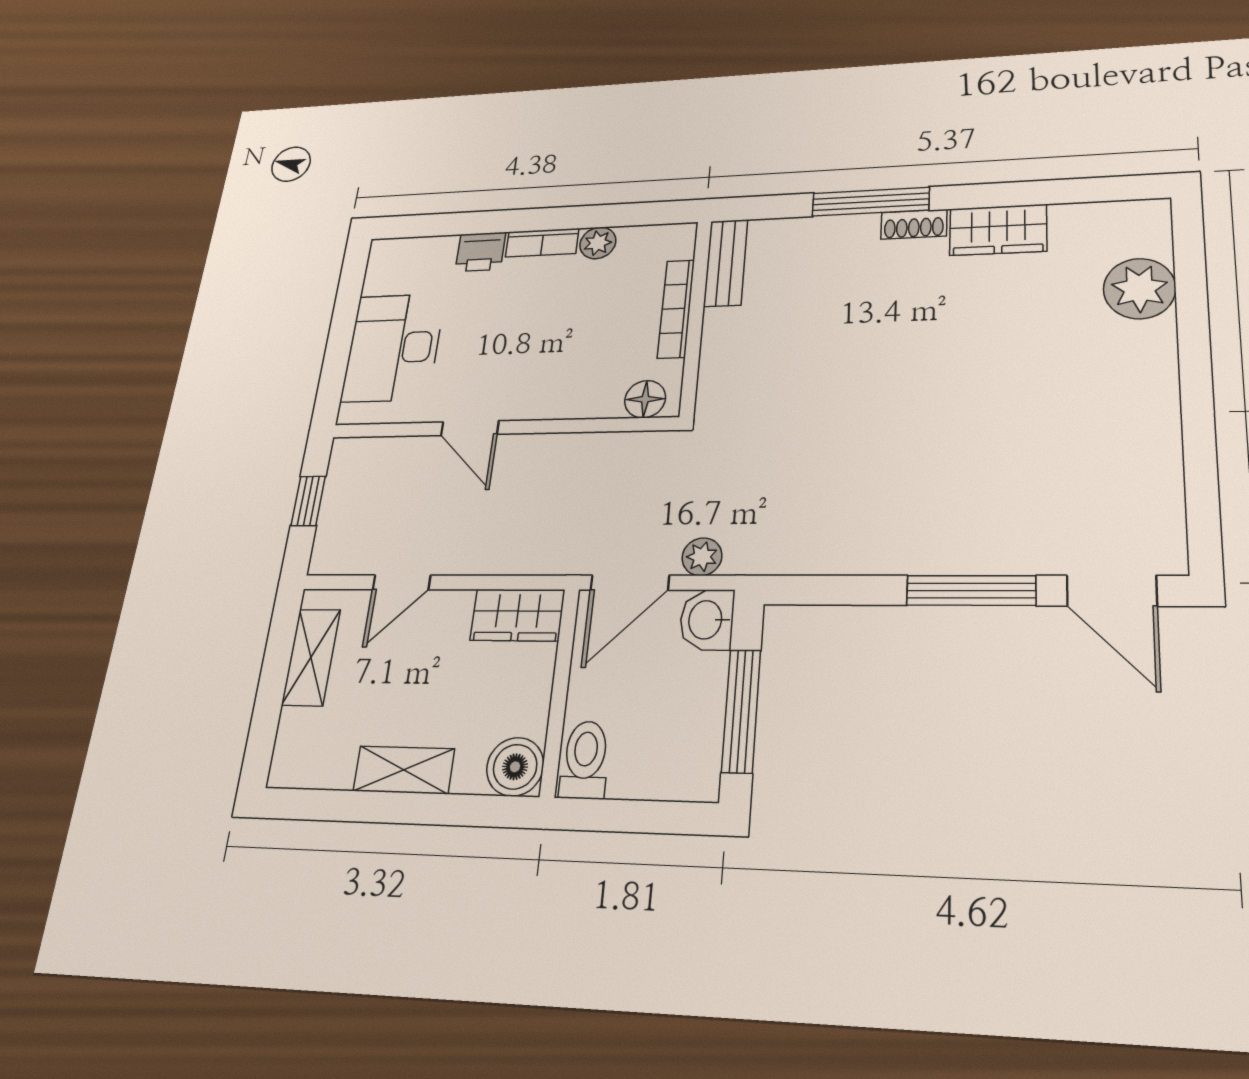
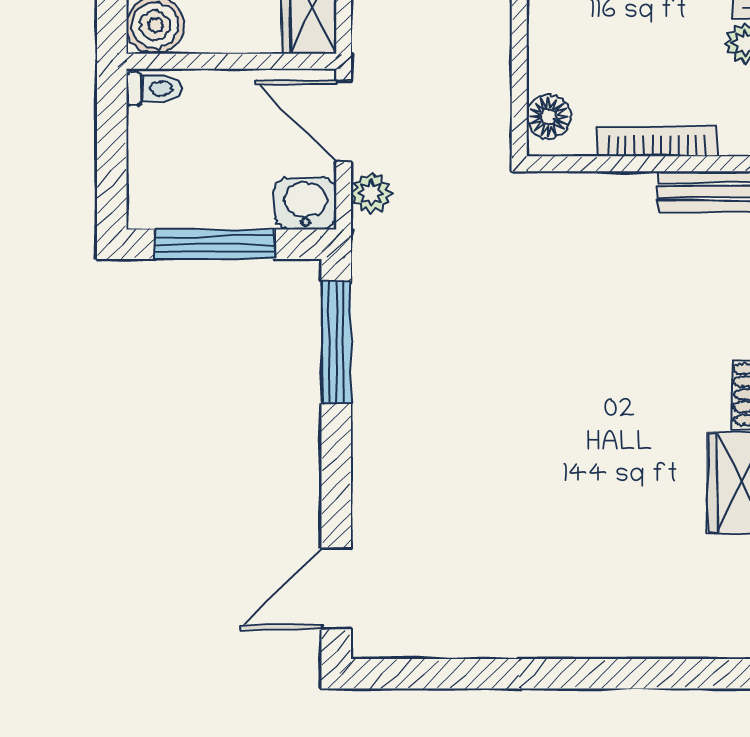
plant: (1140, 289) -> (659, 624), removed
window: (971, 590) -> (336, 342), moved
toilet: (585, 760) -> (153, 89), width x0.73, depth x0.72

